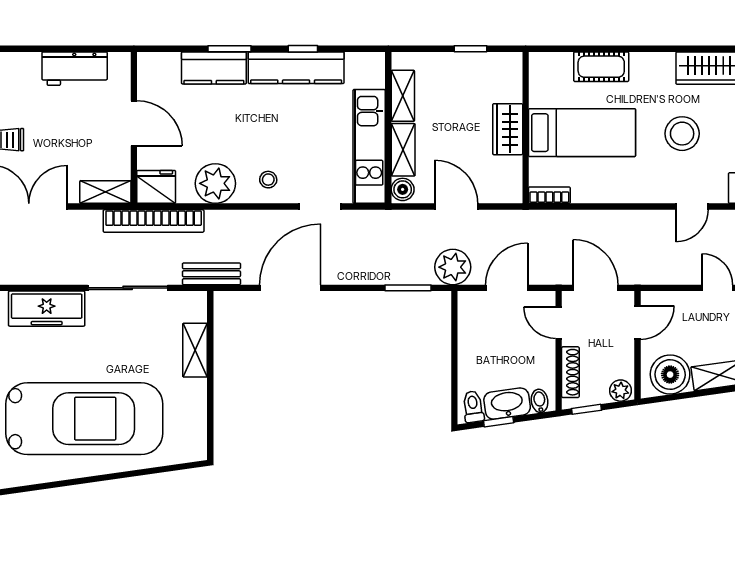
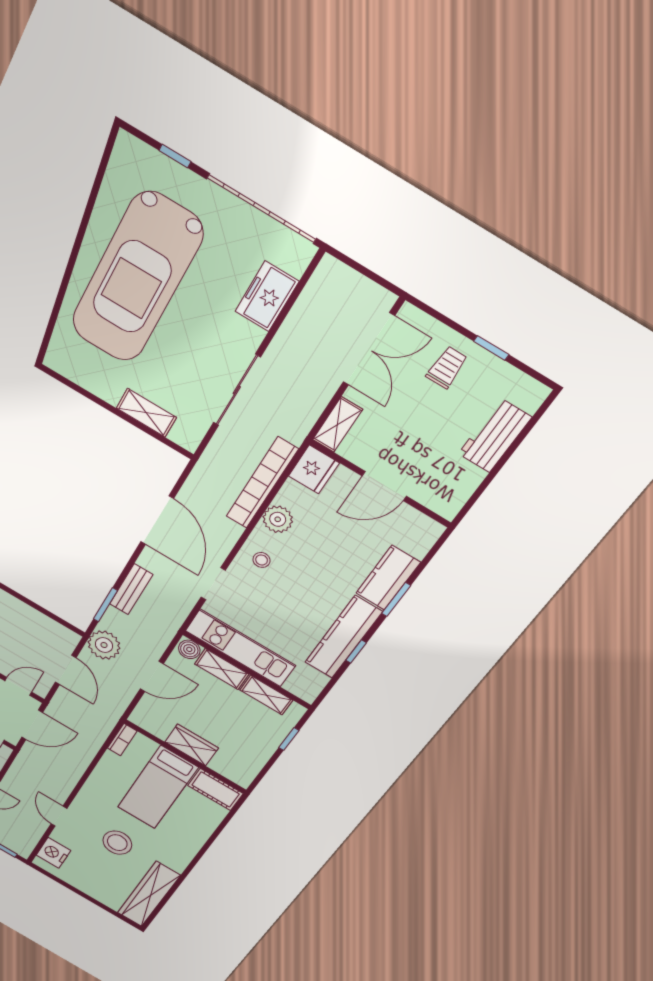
window: (471, 49) -> (289, 739), moved
cot: (601, 67) -> (215, 789), moved, turned 90
workbench: (75, 69) -> (495, 436), moved
plant: (215, 183) -> (278, 519), width x0.73, depth x0.73
bookcase: (154, 221) -> (262, 483), moved
bench: (211, 274) -> (131, 589), moved
freezer: (47, 309) -> (267, 296), width x0.71

